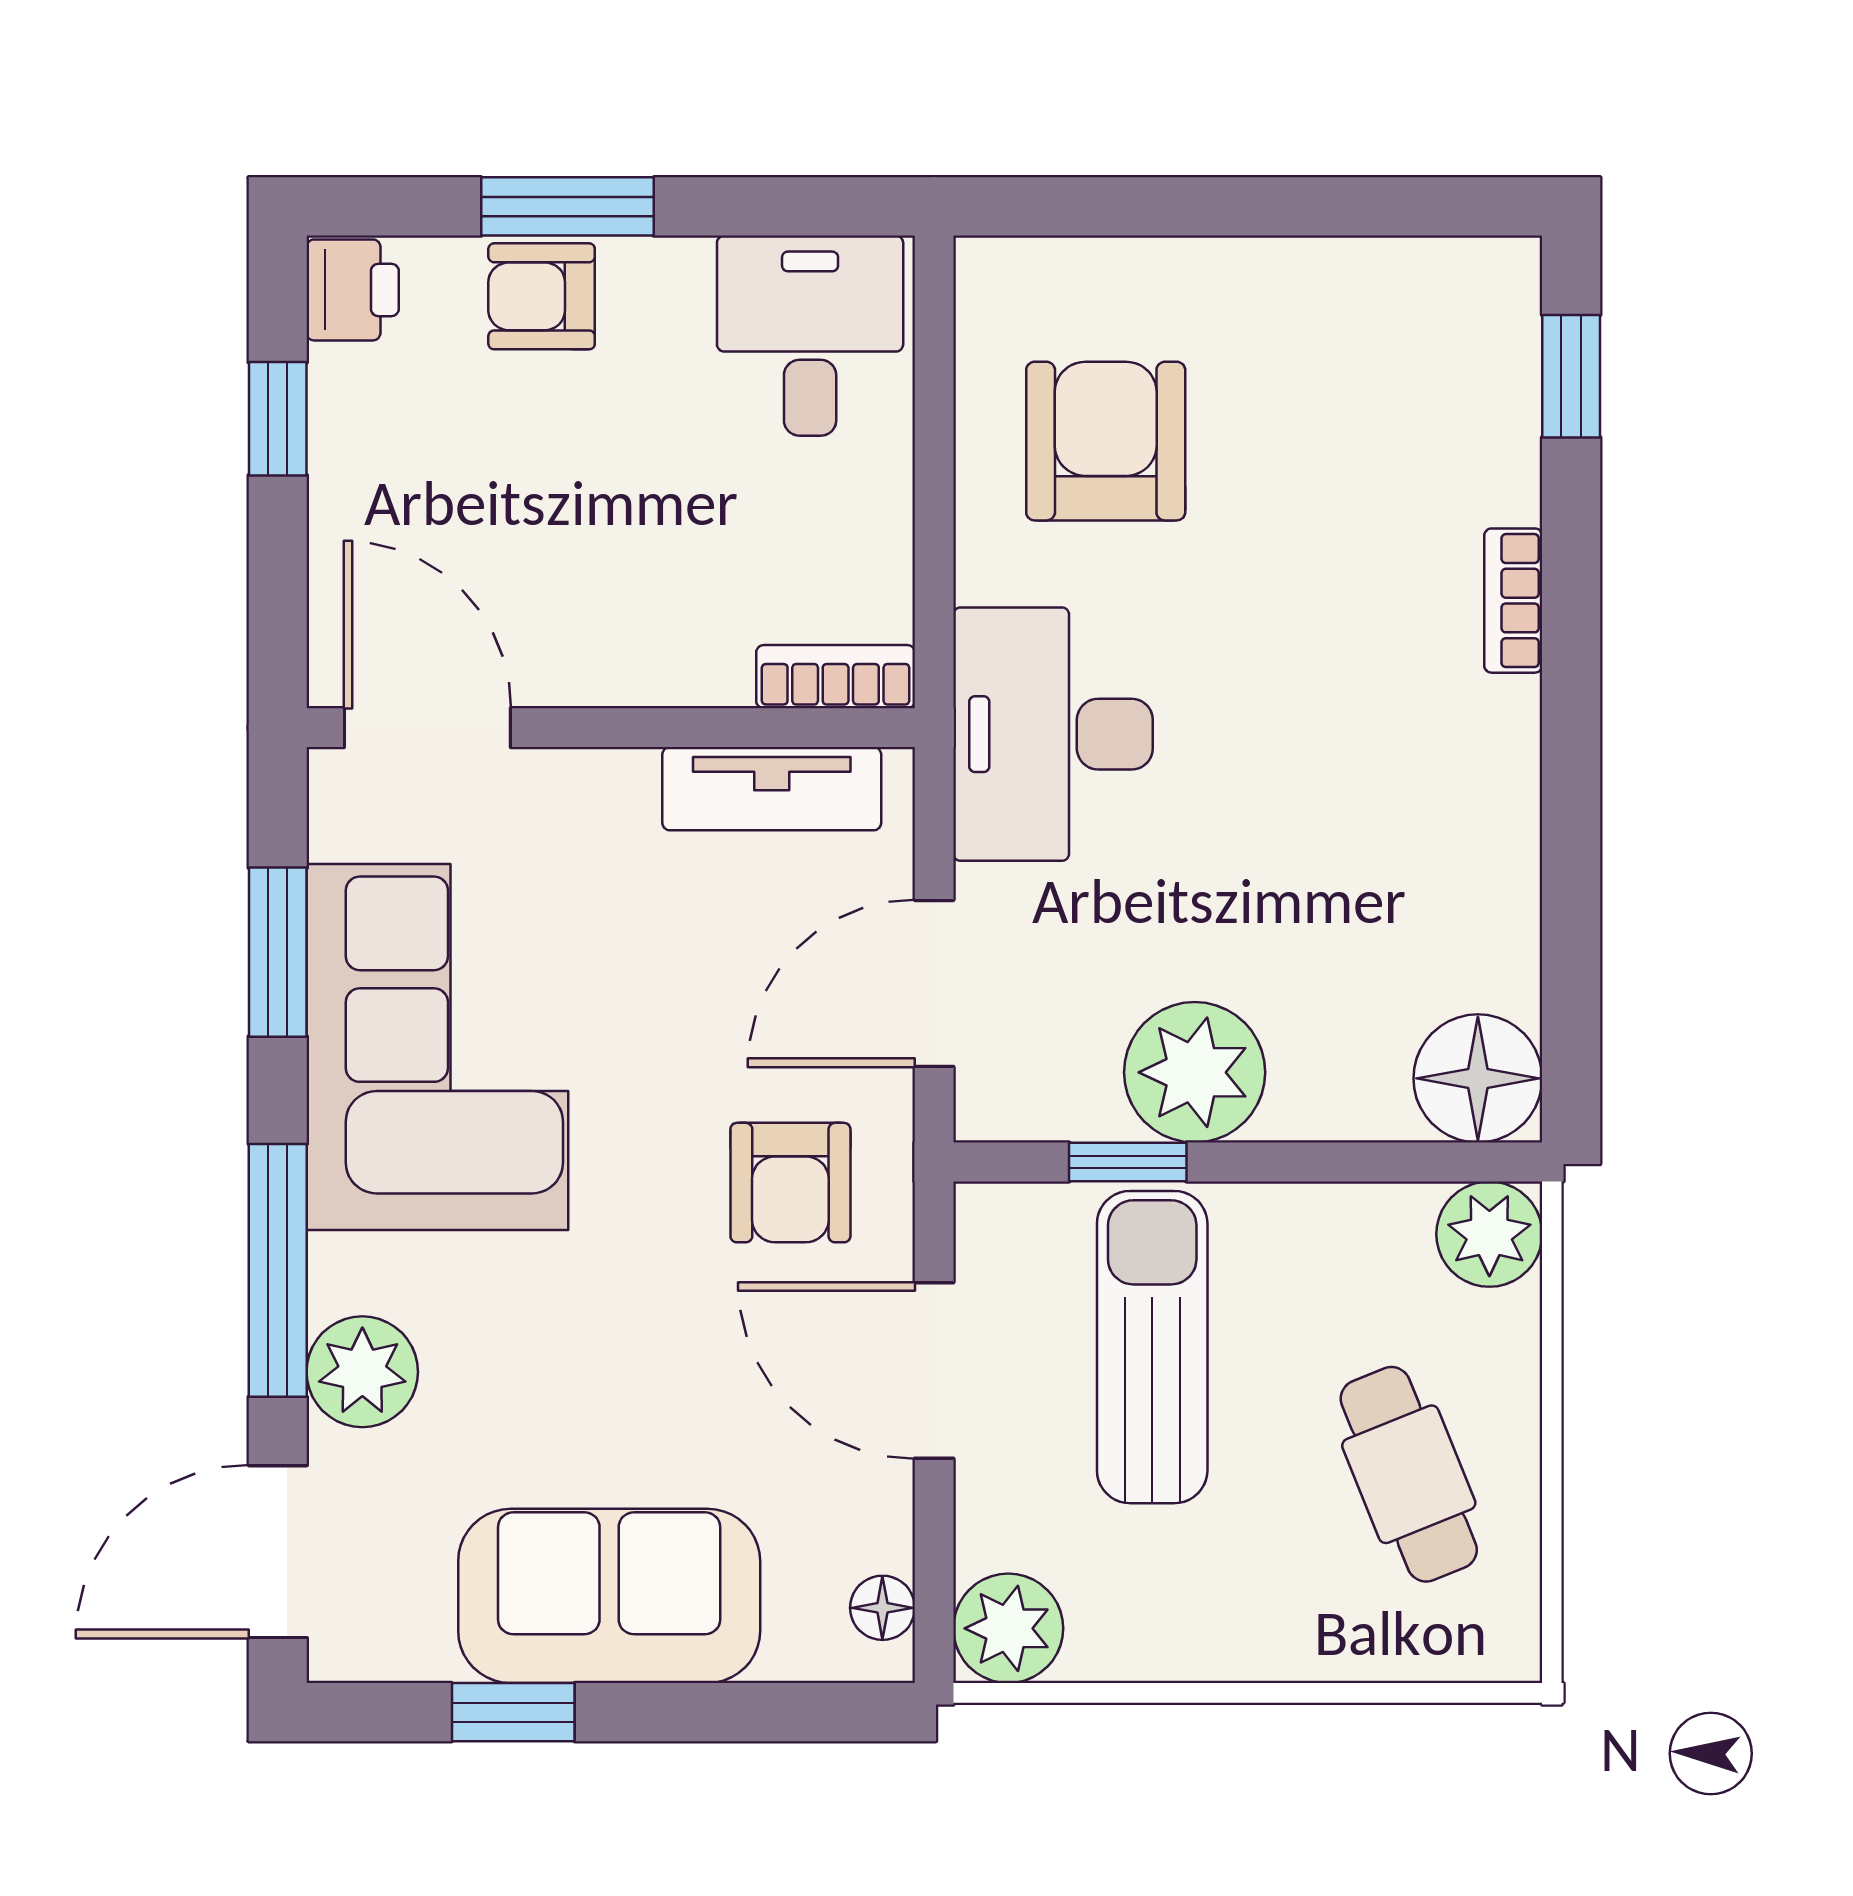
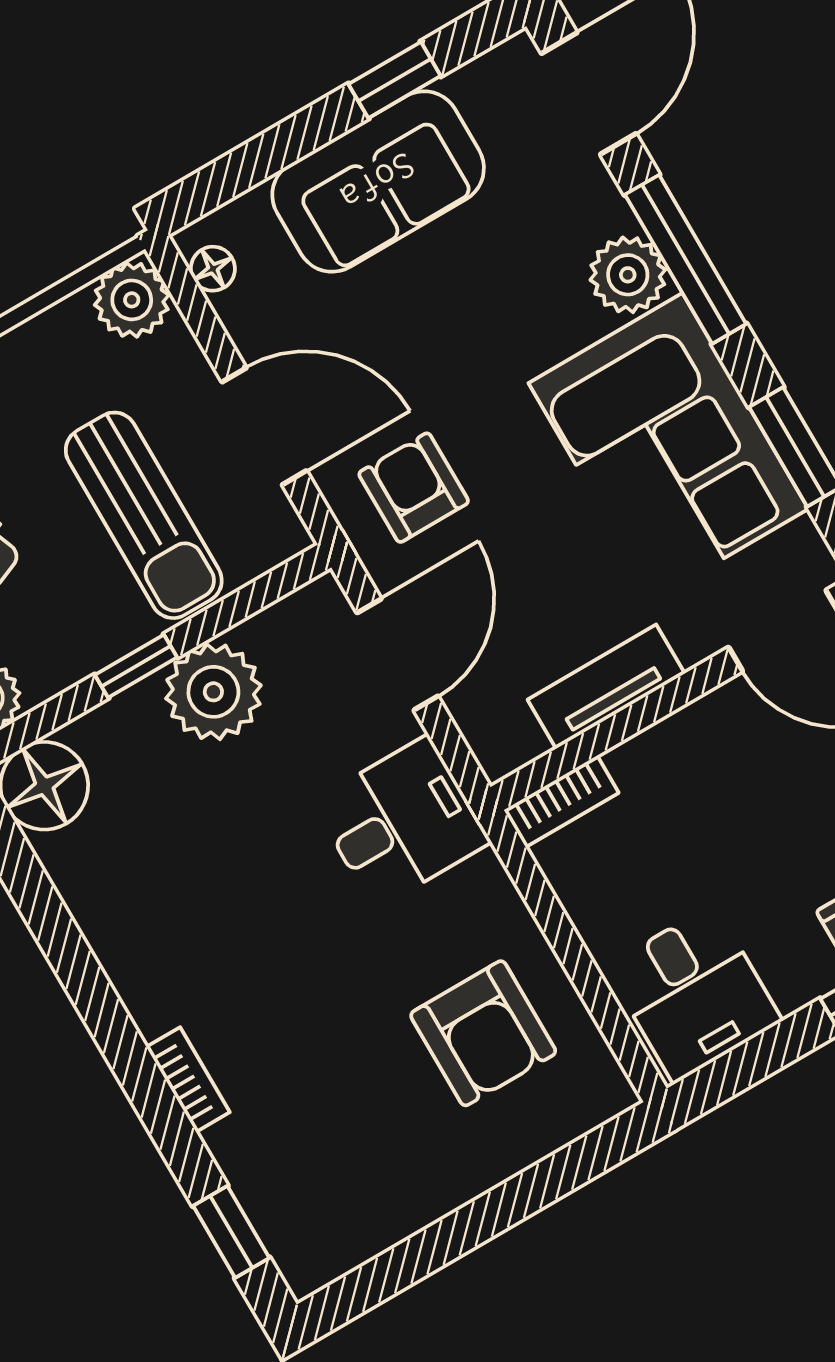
desk: (1053, 734) -> (401, 822), width x0.73
tv unit: (772, 789) -> (606, 687), moved
window: (1128, 1162) -> (136, 666), moved
plant: (362, 1372) -> (628, 275), moved

